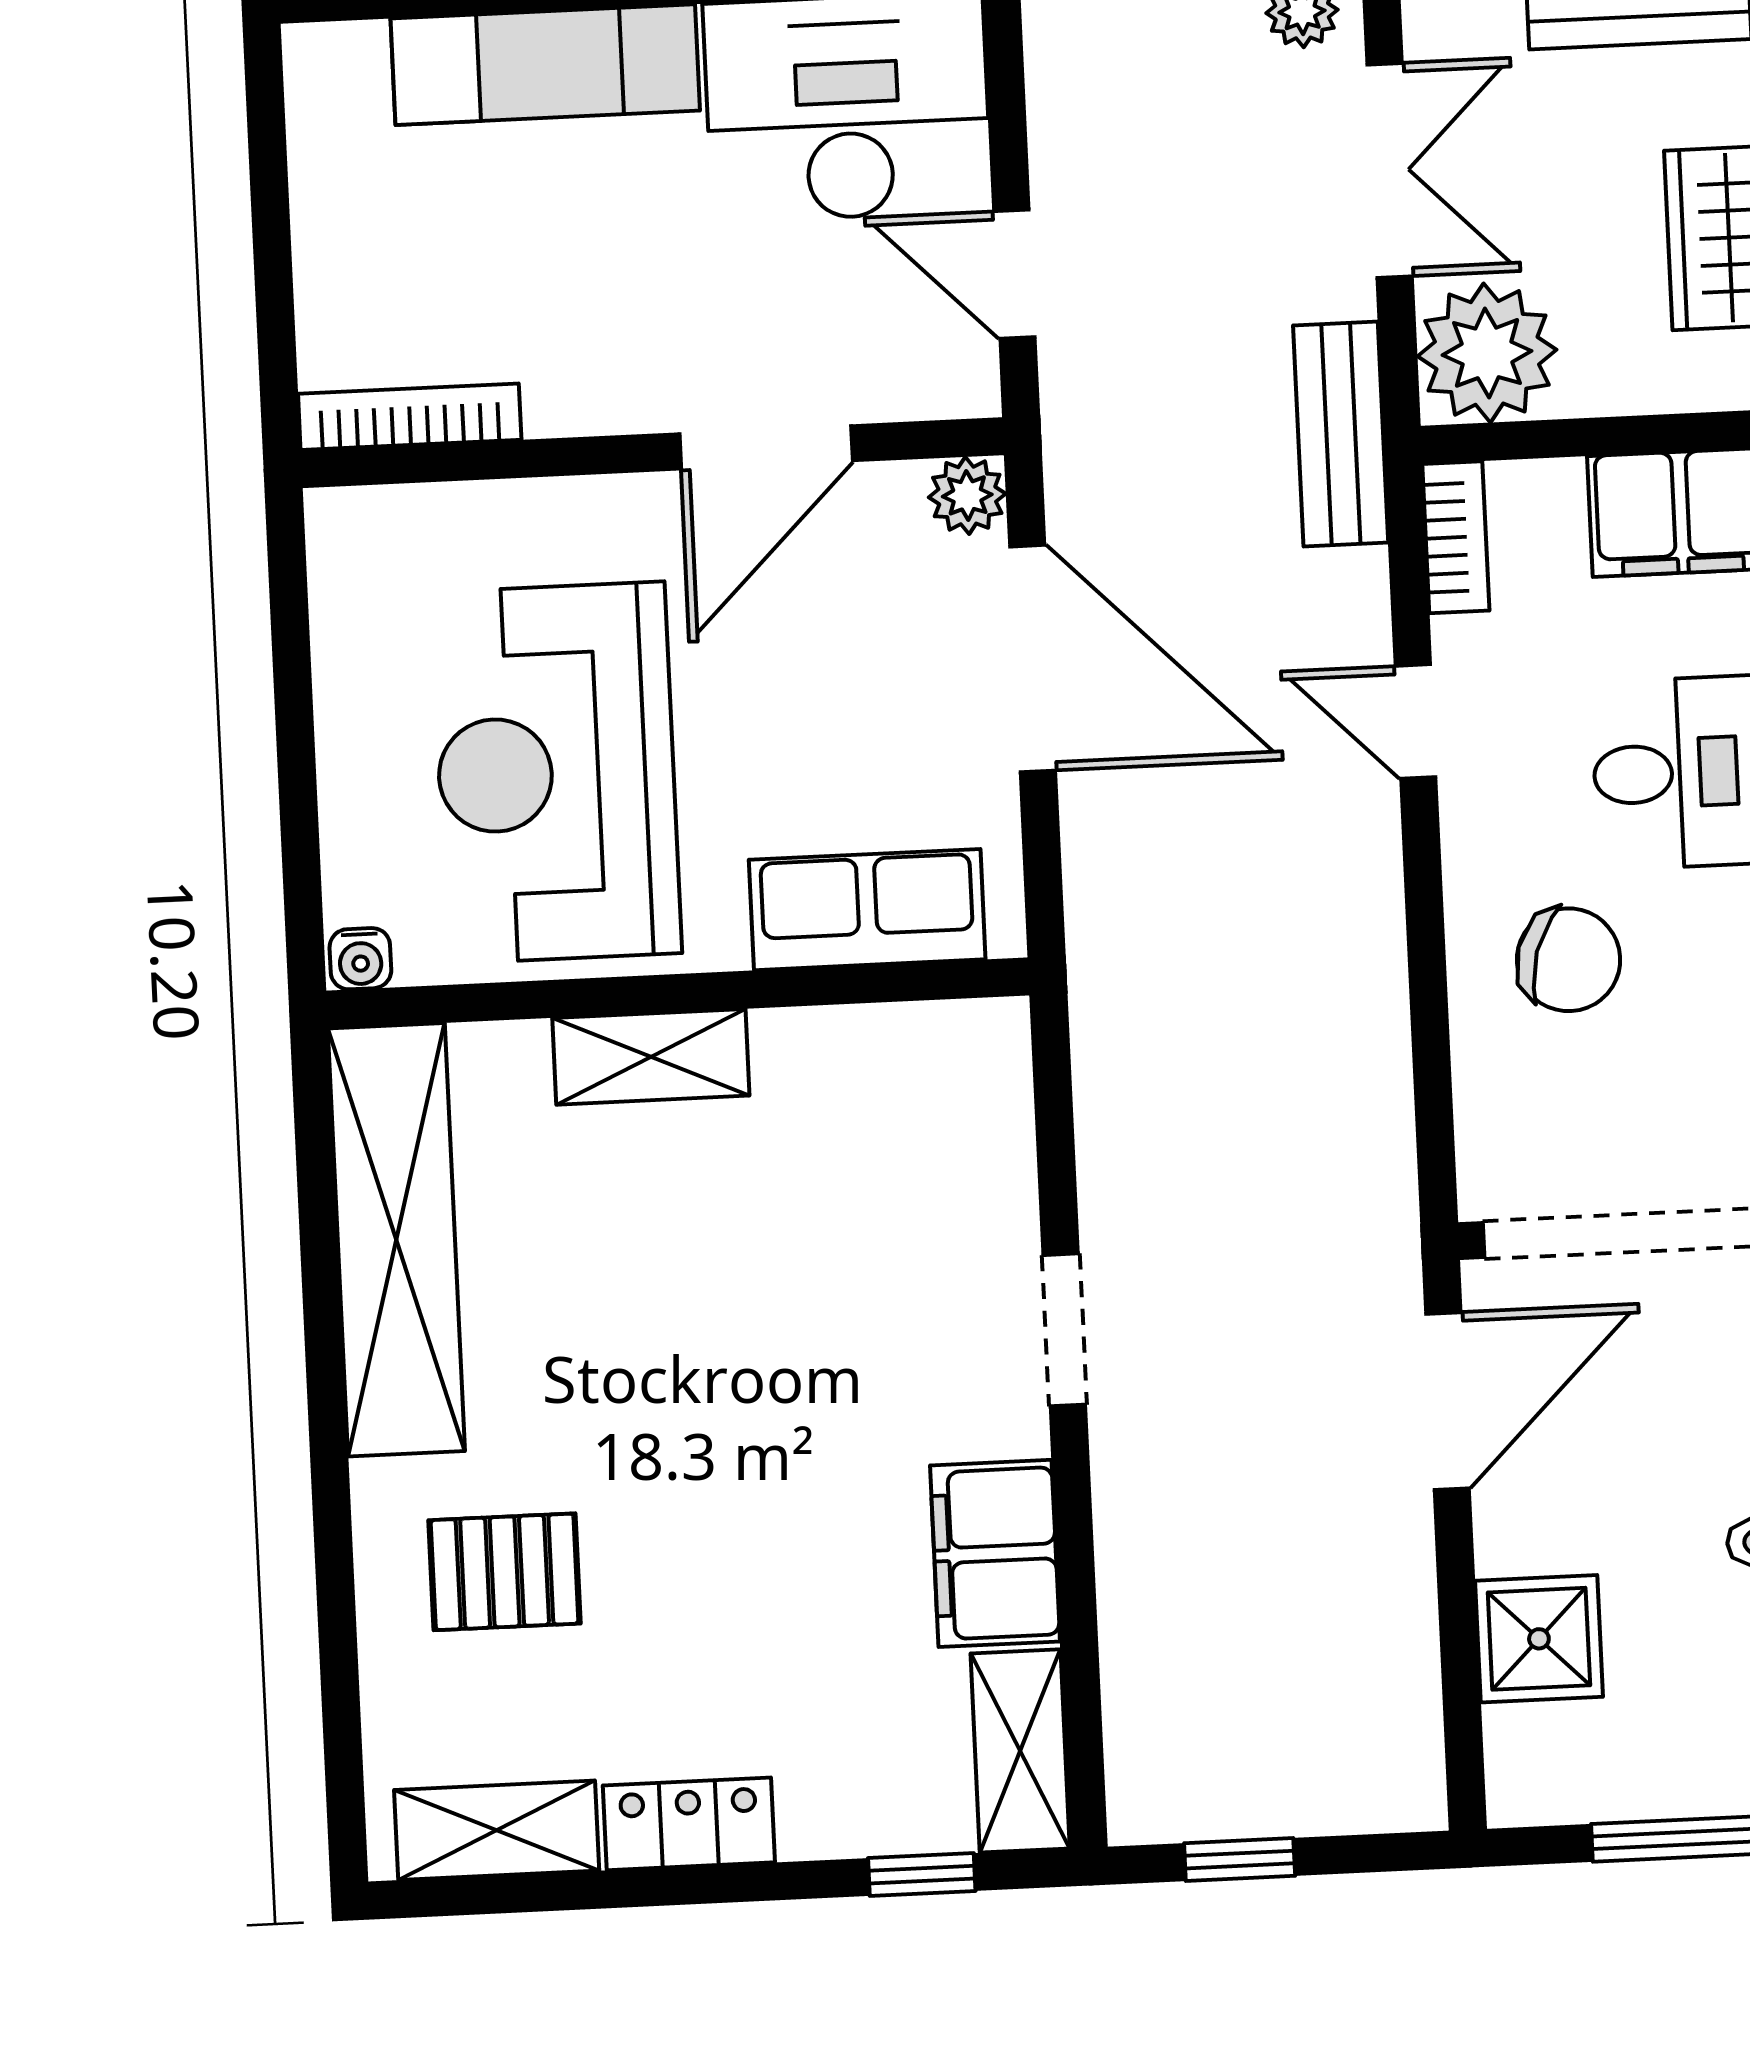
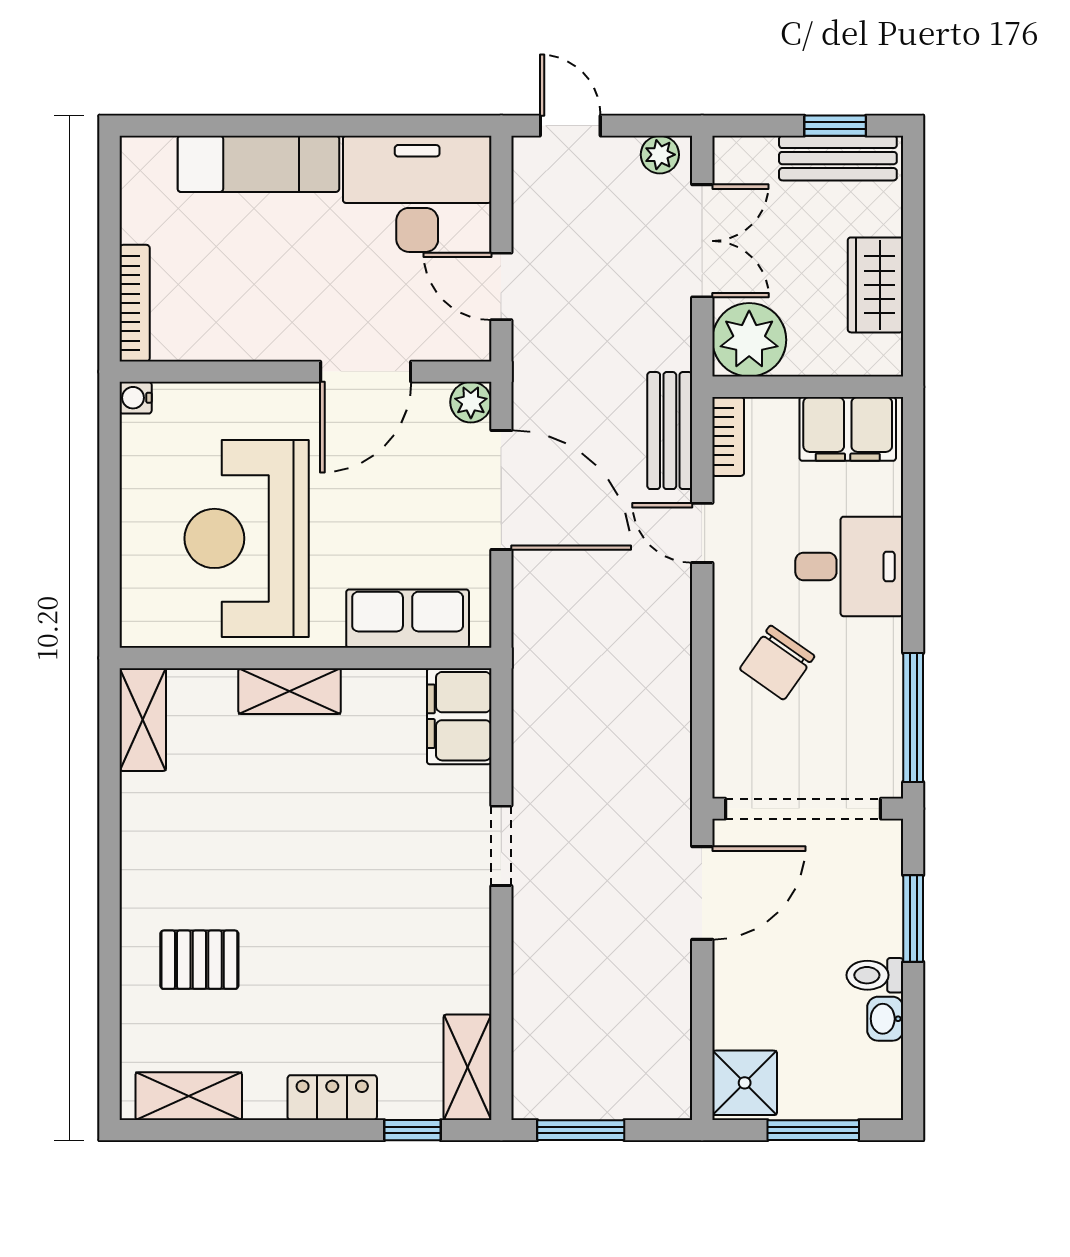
bookcase: (410, 417) -> (135, 303), moved, turned 90
bench: (1341, 434) -> (670, 431), moved
water cooler: (360, 959) -> (136, 398), moved, turned 90
chair: (1569, 960) -> (777, 663), turned 108
shelving: (396, 1240) -> (143, 720), width x0.45, depth x0.75
filing cabinet: (995, 1553) -> (459, 716), moved
shower: (1539, 1639) -> (745, 1083), moved
locker: (689, 1824) -> (332, 1098), moved
window: (1240, 1859) -> (581, 1130), width x1.50

